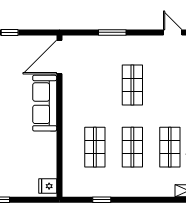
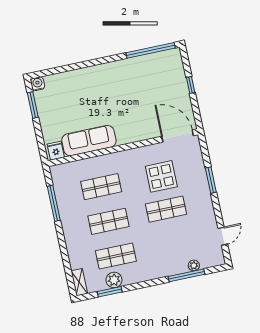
display table: (98, 83) -> (161, 176), added
sofa: (45, 103) -> (89, 141), moved
window: (102, 200) -> (54, 203), width x2.17

